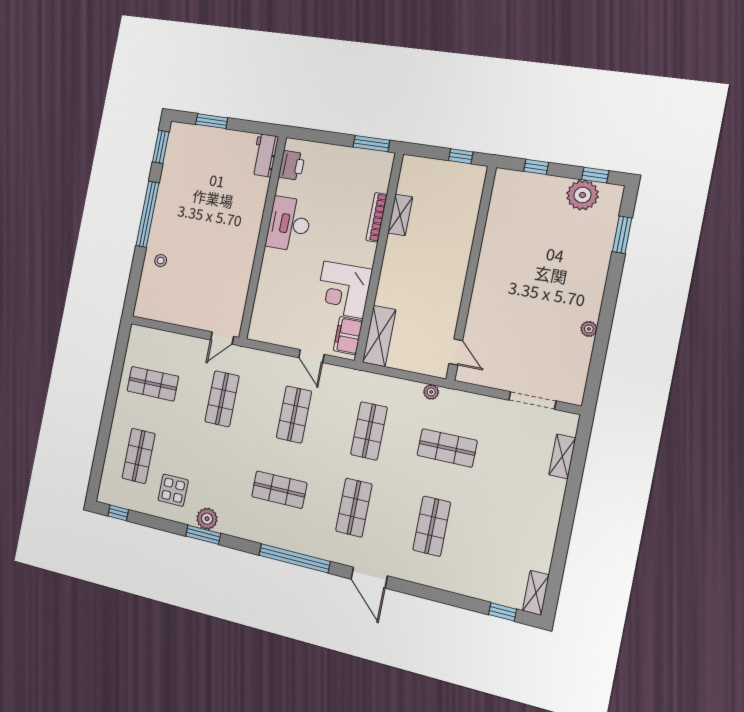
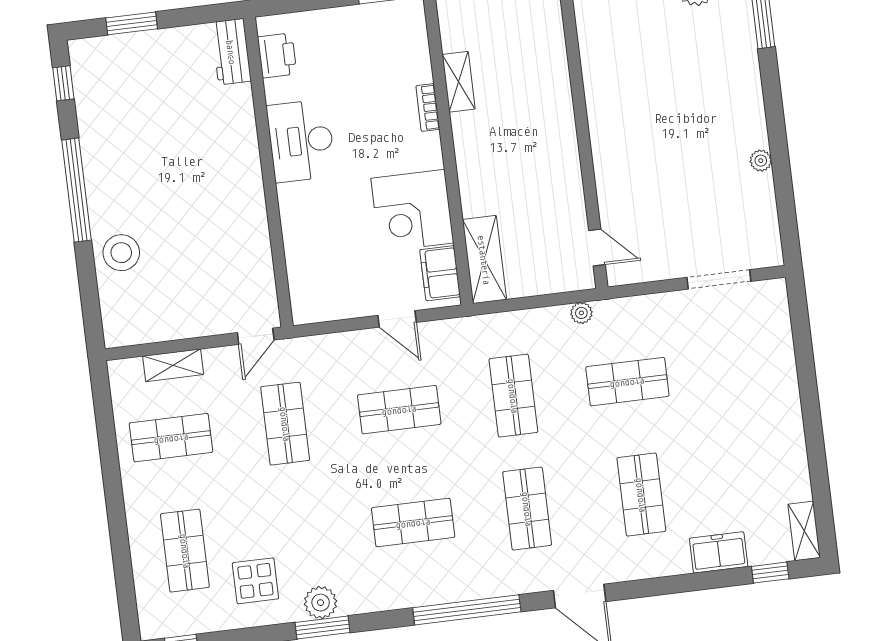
window: (161, 147) -> (63, 83), width x0.67
bookcase: (377, 217) -> (428, 108), width x0.64
stool: (161, 261) -> (121, 253), width x1.89, depth x1.89
shop shelf: (294, 415) -> (399, 410), turned 90
shelving: (562, 456) -> (173, 365), moved, turned 90
freezer: (471, 585) -> (719, 552), added

